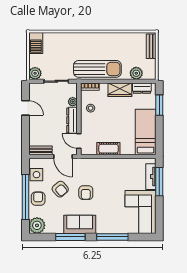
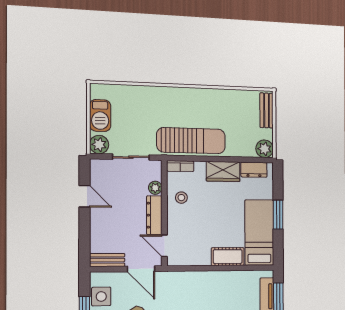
barbecue: (36, 43) -> (100, 115), moved
plant: (136, 73) -> (265, 149), moved
window: (159, 105) -> (278, 215), moved
cot: (108, 149) -> (228, 257), moved

